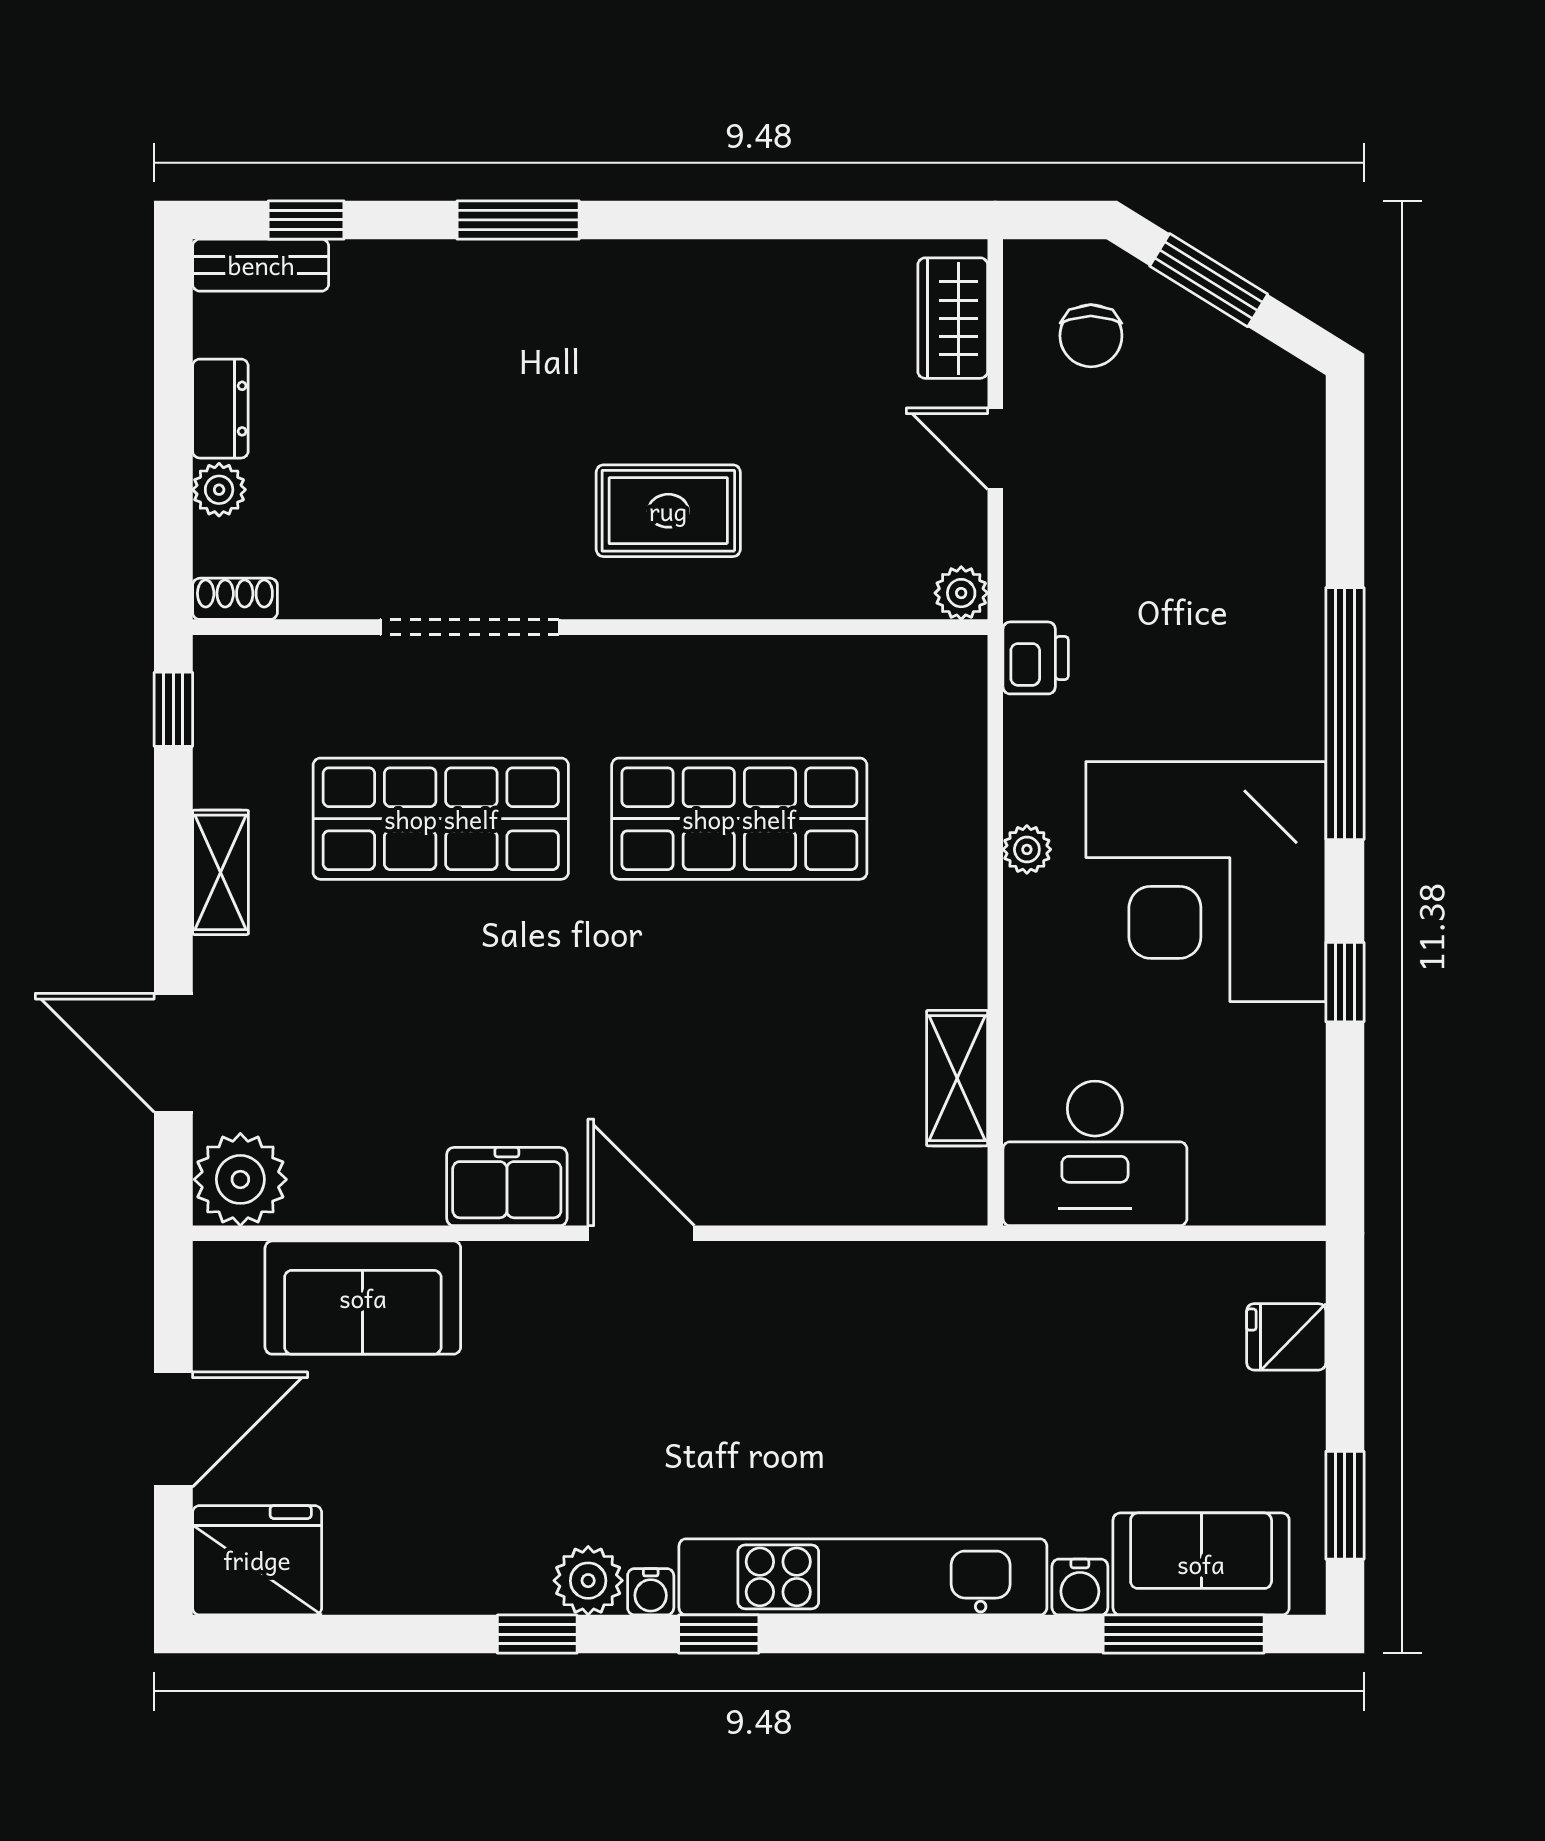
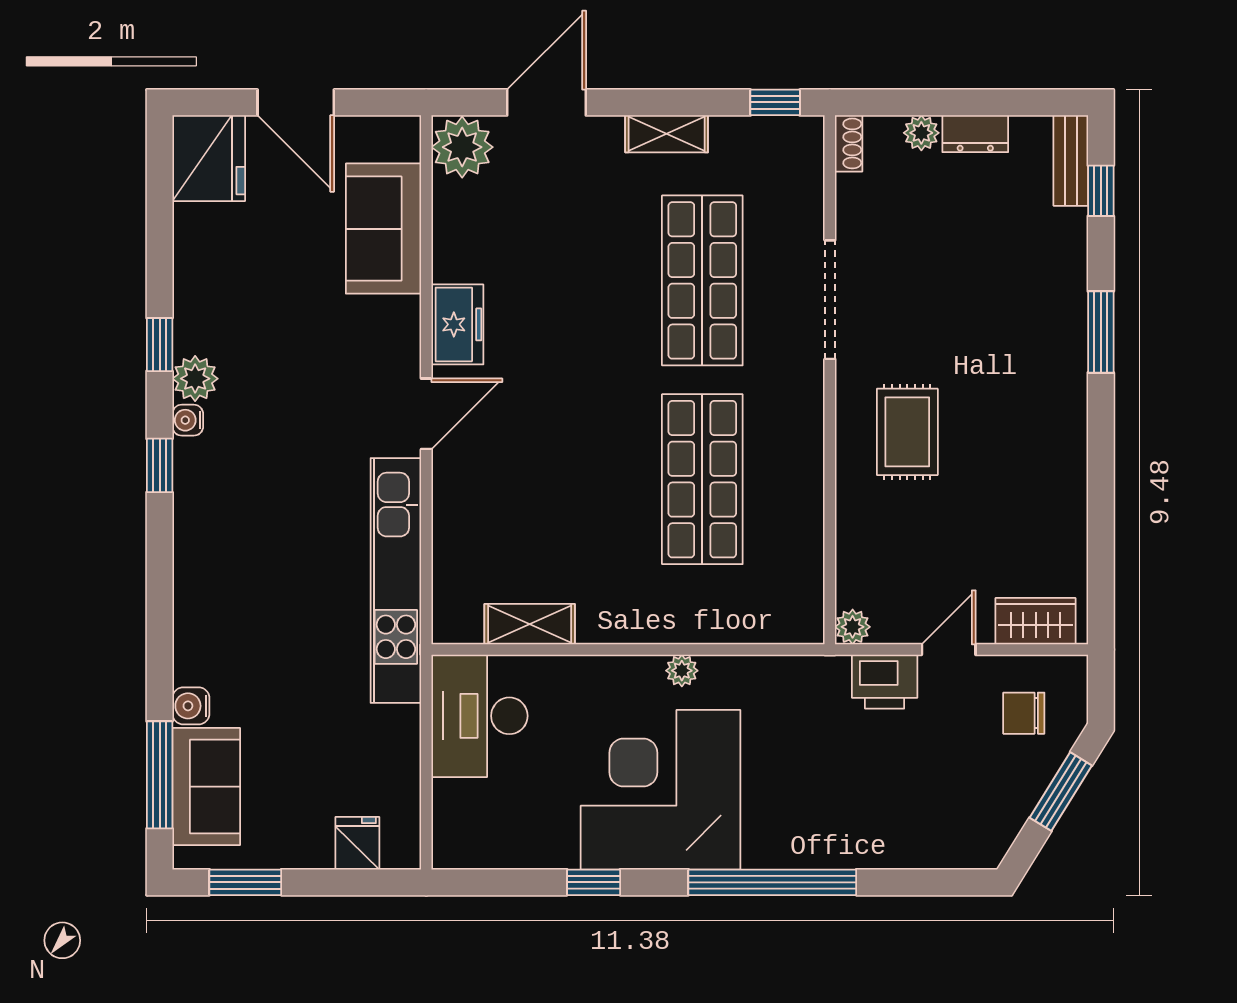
printer: (1036, 658) -> (885, 682), moved, width x1.36, depth x1.24
kitchen unit: (863, 1577) -> (396, 580), moved, turned 180

